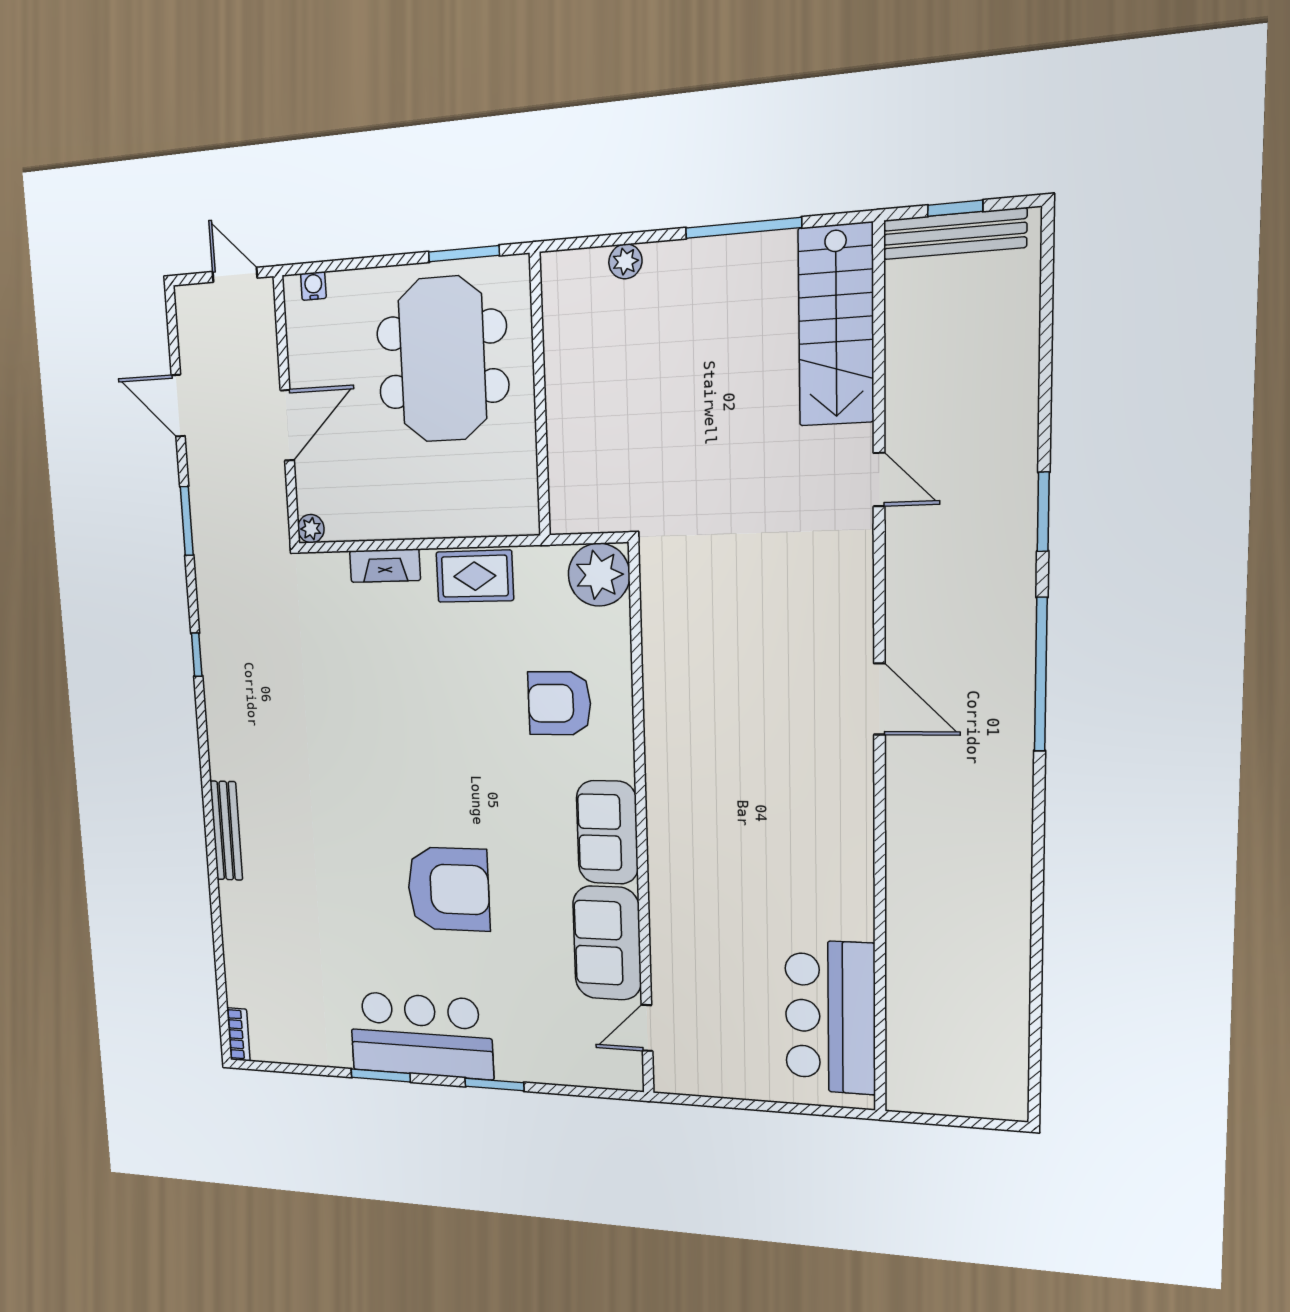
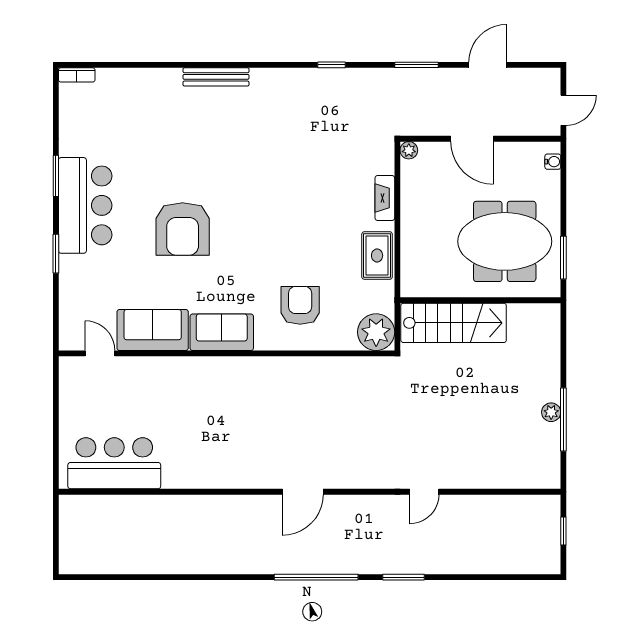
bench: (954, 234) -> (550, 531), removed
plant: (625, 261) -> (551, 412), moved
stairs: (836, 325) -> (454, 323), moved, turned 180

